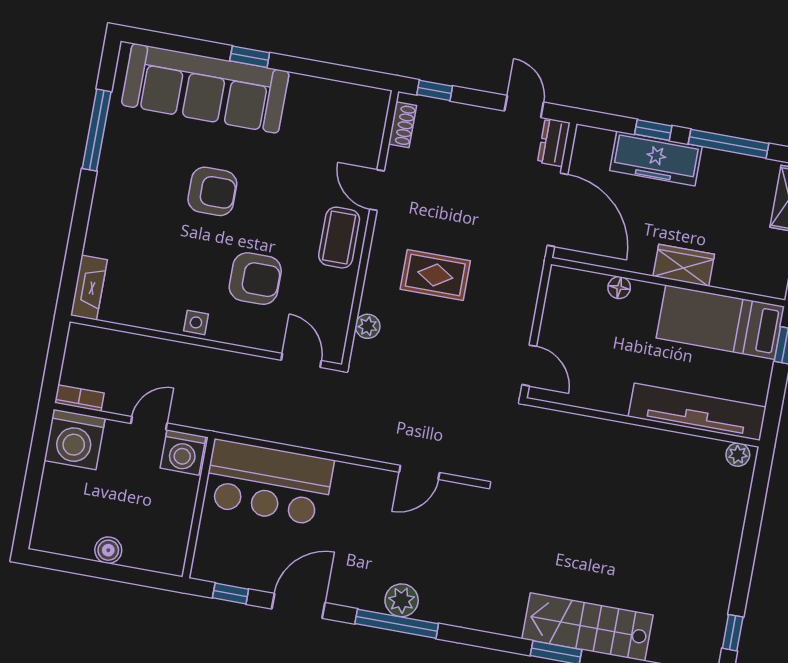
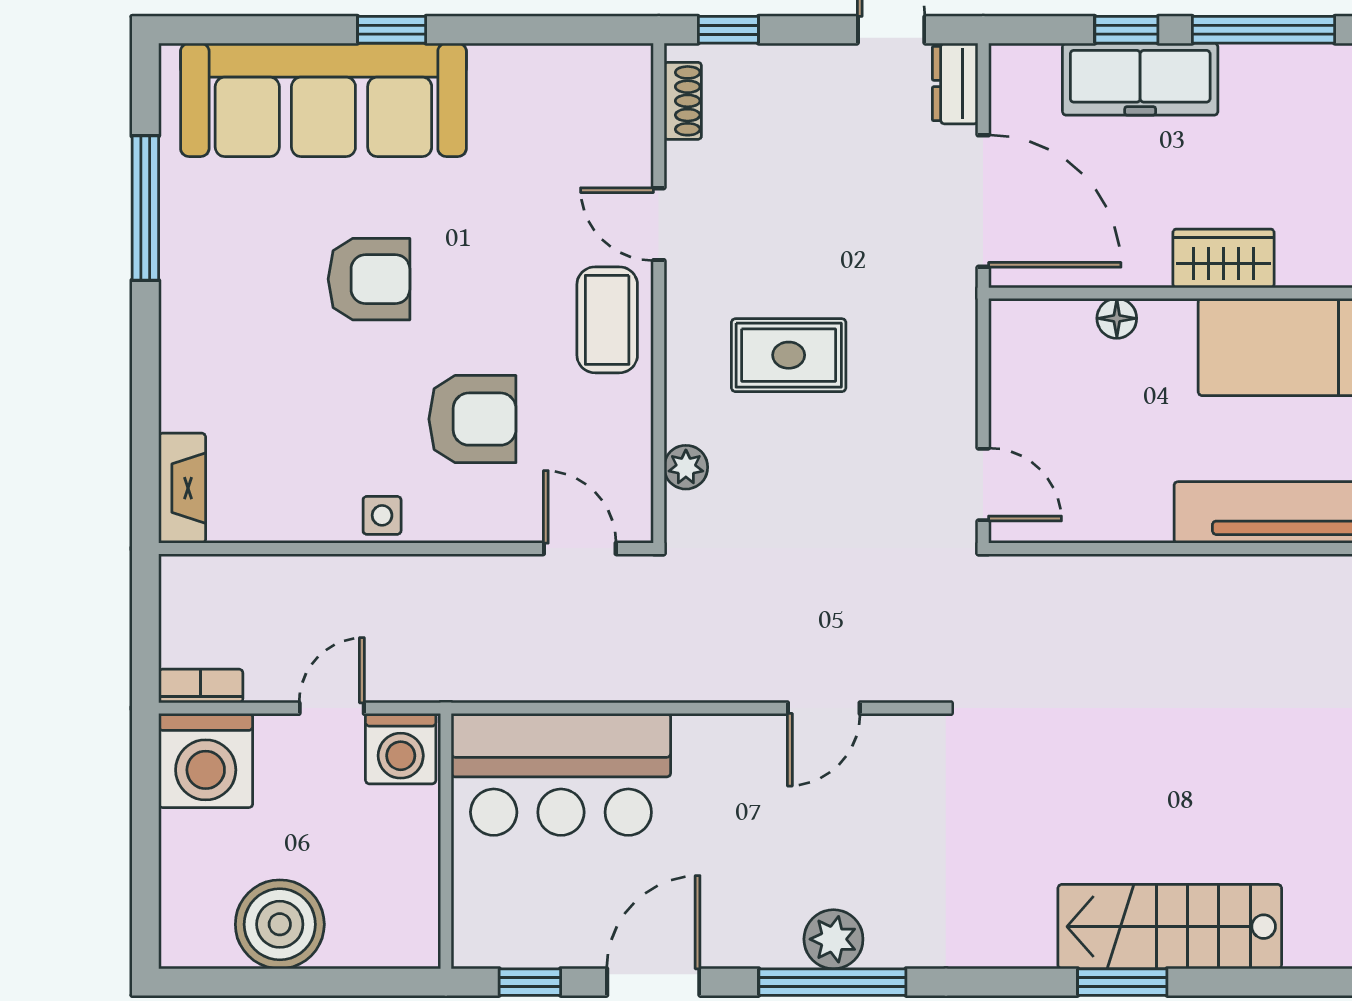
boiler: (108, 550) -> (280, 924), width x1.86, depth x1.86

